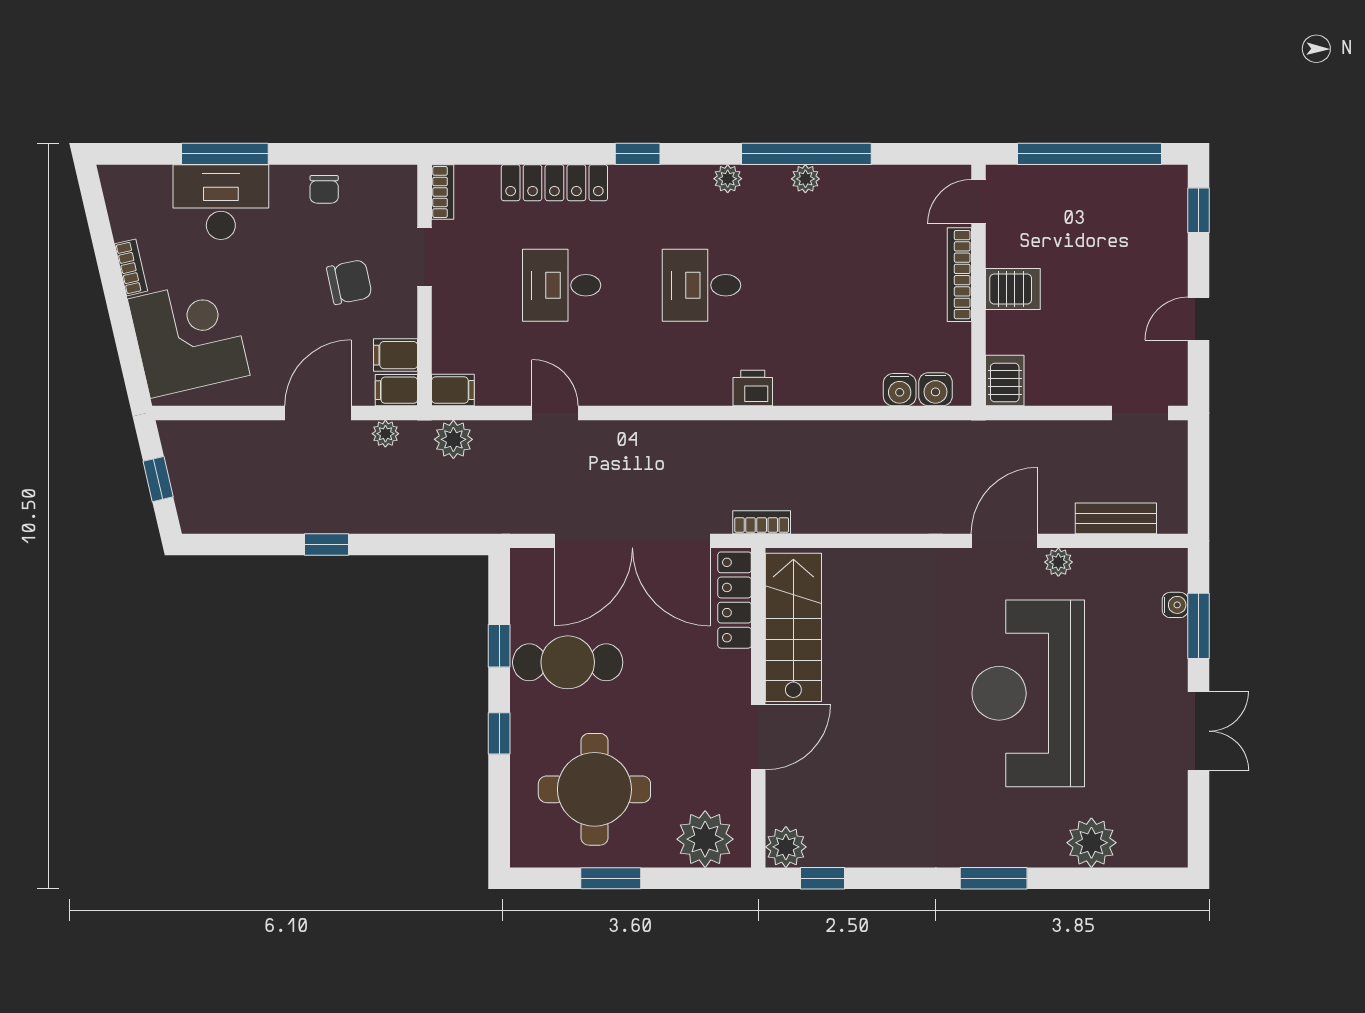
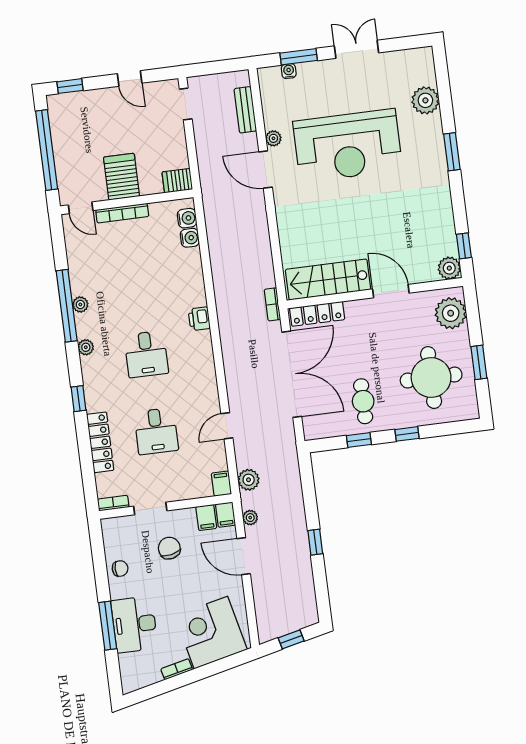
server rack: (1013, 289) -> (121, 177), width x1.36, depth x1.44
cafe table: (568, 662) -> (363, 401), width x0.73, depth x0.74

